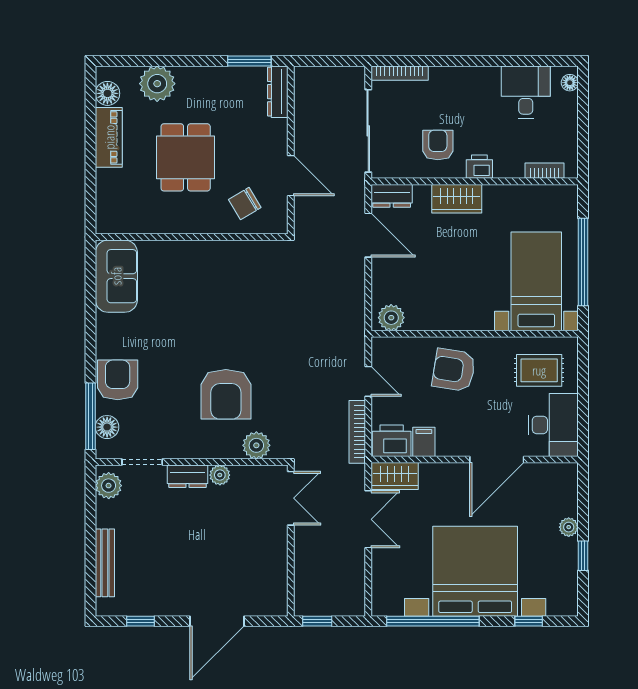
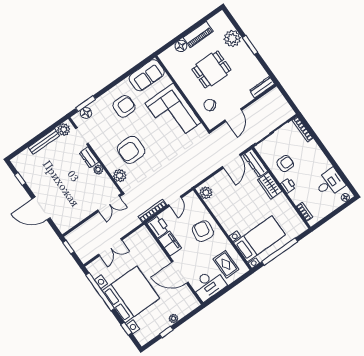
window: (249, 61) -> (250, 45), moved
floor lamp: (107, 93) -> (181, 46), moved
dresser: (392, 196) -> (255, 163), width x1.44
corner sofa: (213, 277) -> (173, 113), added
armchair: (118, 380) -> (124, 106), moved
window: (91, 416) -> (86, 104), width x0.69
filing cabinet: (424, 442) -> (170, 244), width x2.00
wardrobe: (395, 476) -> (146, 237), removed
double door: (368, 519) -> (110, 247), moved
bench: (105, 563) -> (44, 142), moved

